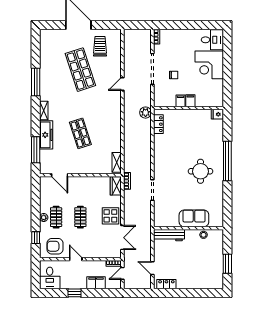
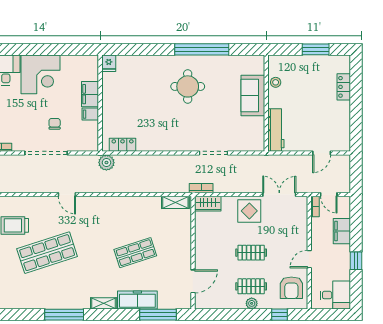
filing cabinet: (190, 101) -> (90, 94), width x2.00
window: (227, 161) -> (202, 49), moved
locker: (166, 284) -> (344, 87), moved

